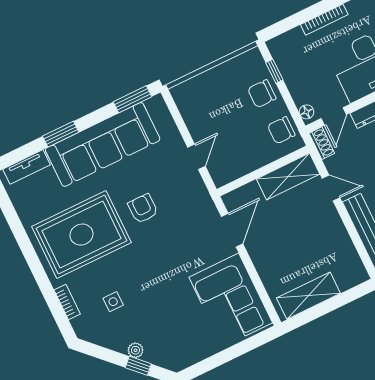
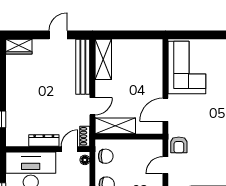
door: (331, 188) -> (92, 106), swing flipped
armchair: (143, 209) -> (179, 145), moved
shelving: (308, 296) -> (103, 59), moved, turned 90

